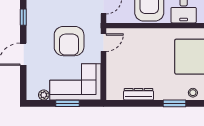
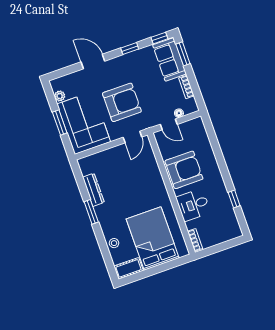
armchair: (69, 41) -> (122, 102), turned 180
door: (104, 43) -> (132, 137), hinge flipped
window: (174, 103) -> (91, 212), moved

